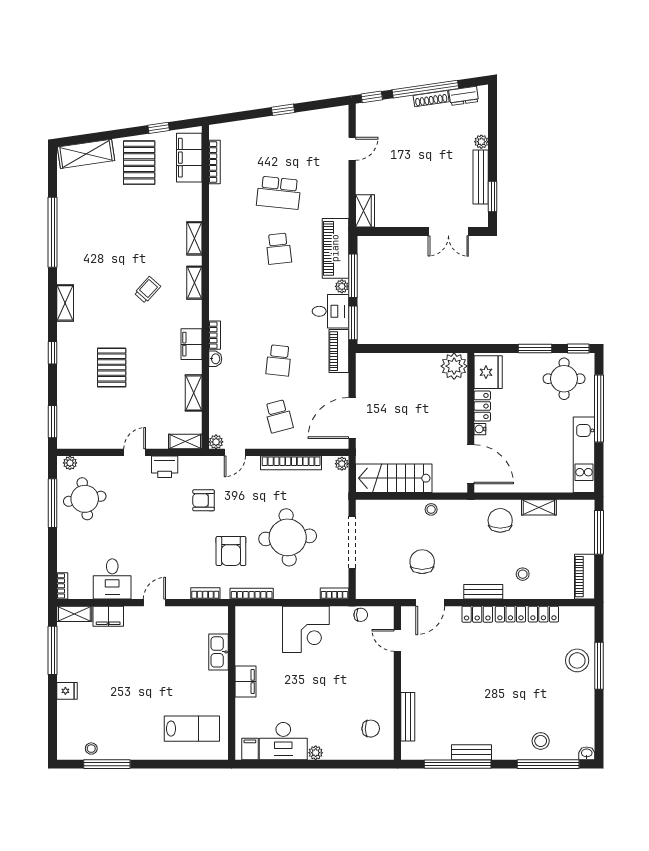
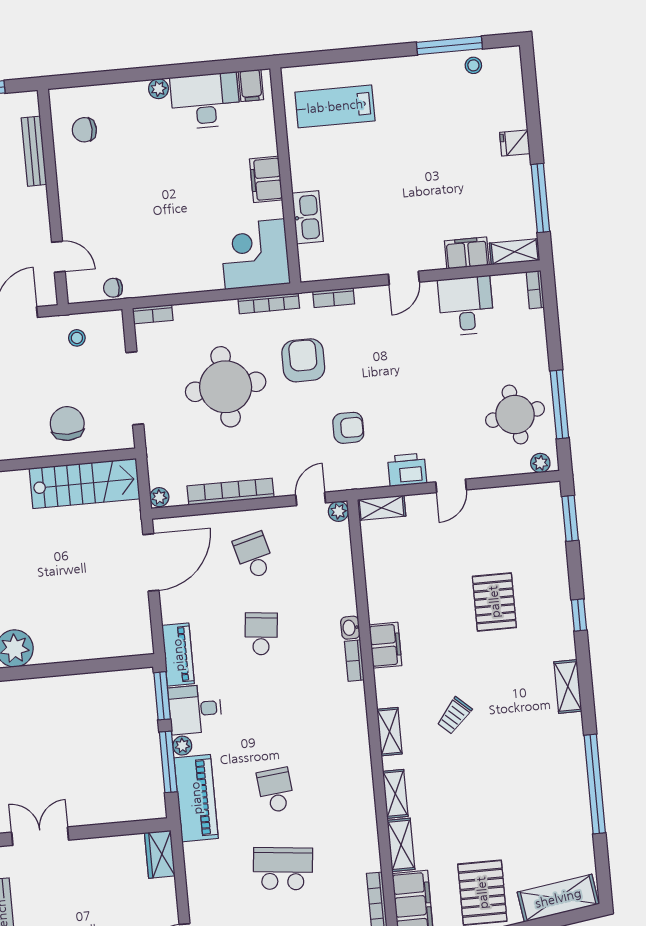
shelving: (194, 393) -> (401, 845), moved
stool: (431, 509) -> (77, 338), moved
chair: (422, 562) -> (67, 424), moved, turned 180
corner desk: (306, 629) -> (255, 254), moved

